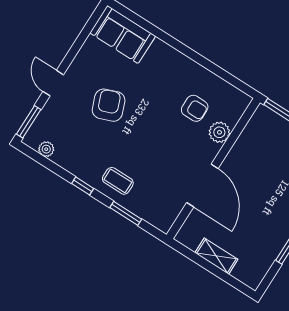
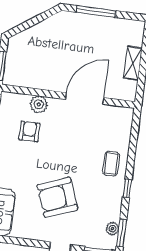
armchair: (109, 105) -> (57, 197), width x1.36, depth x1.36
window: (126, 213) -> (121, 233), moved

